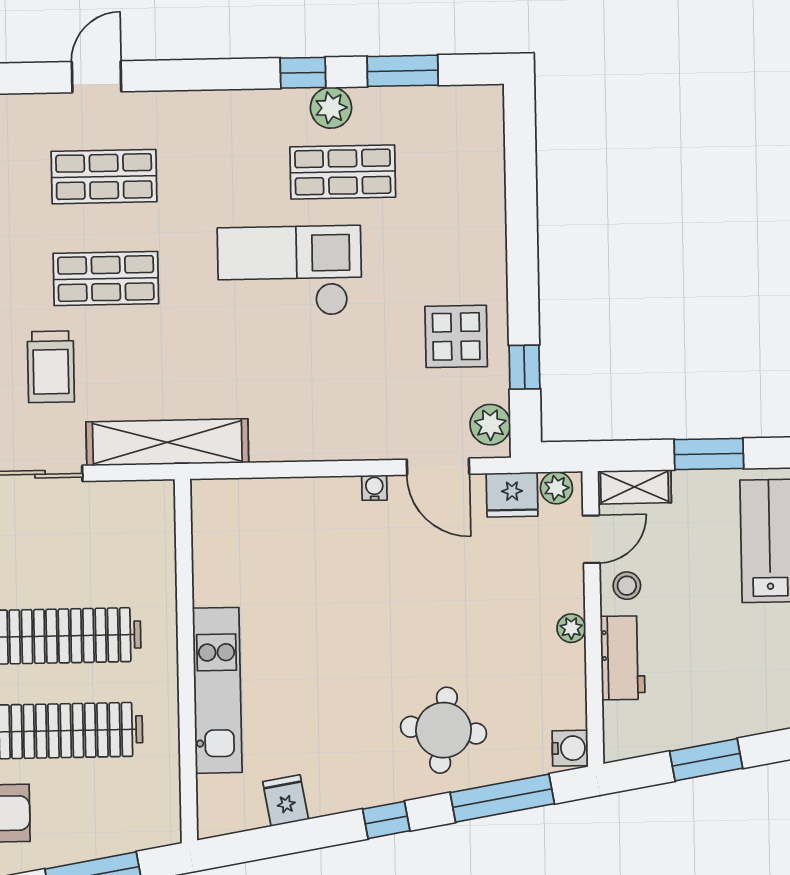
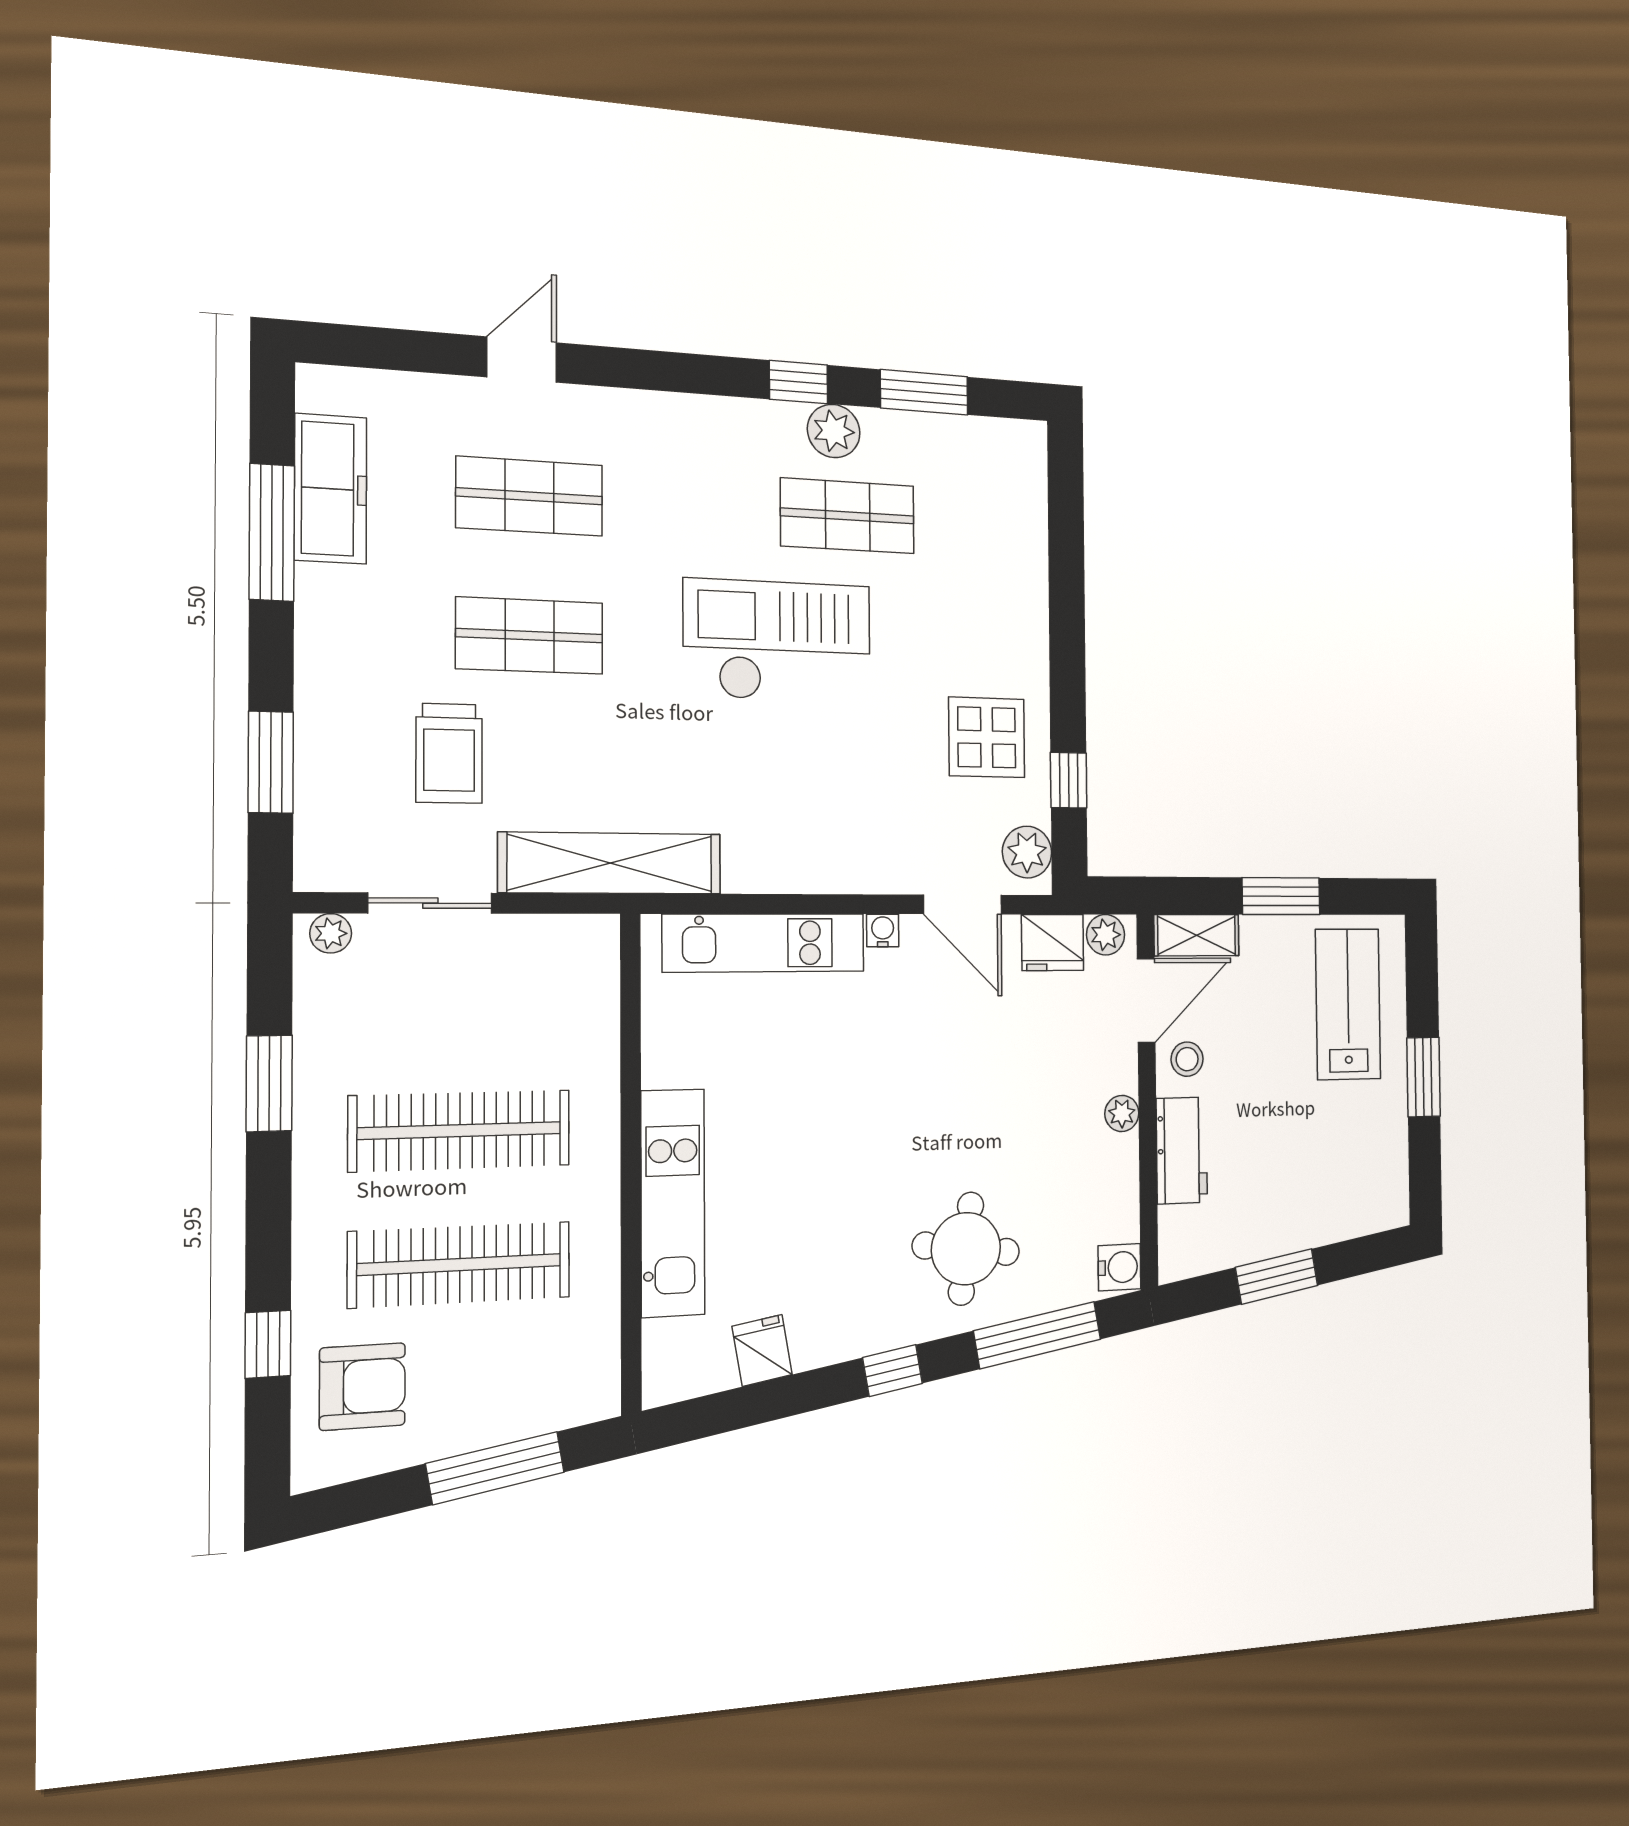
kitchen unit: (283, 499) -> (764, 943), added
door: (591, 539) -> (1146, 1000), width x1.38

